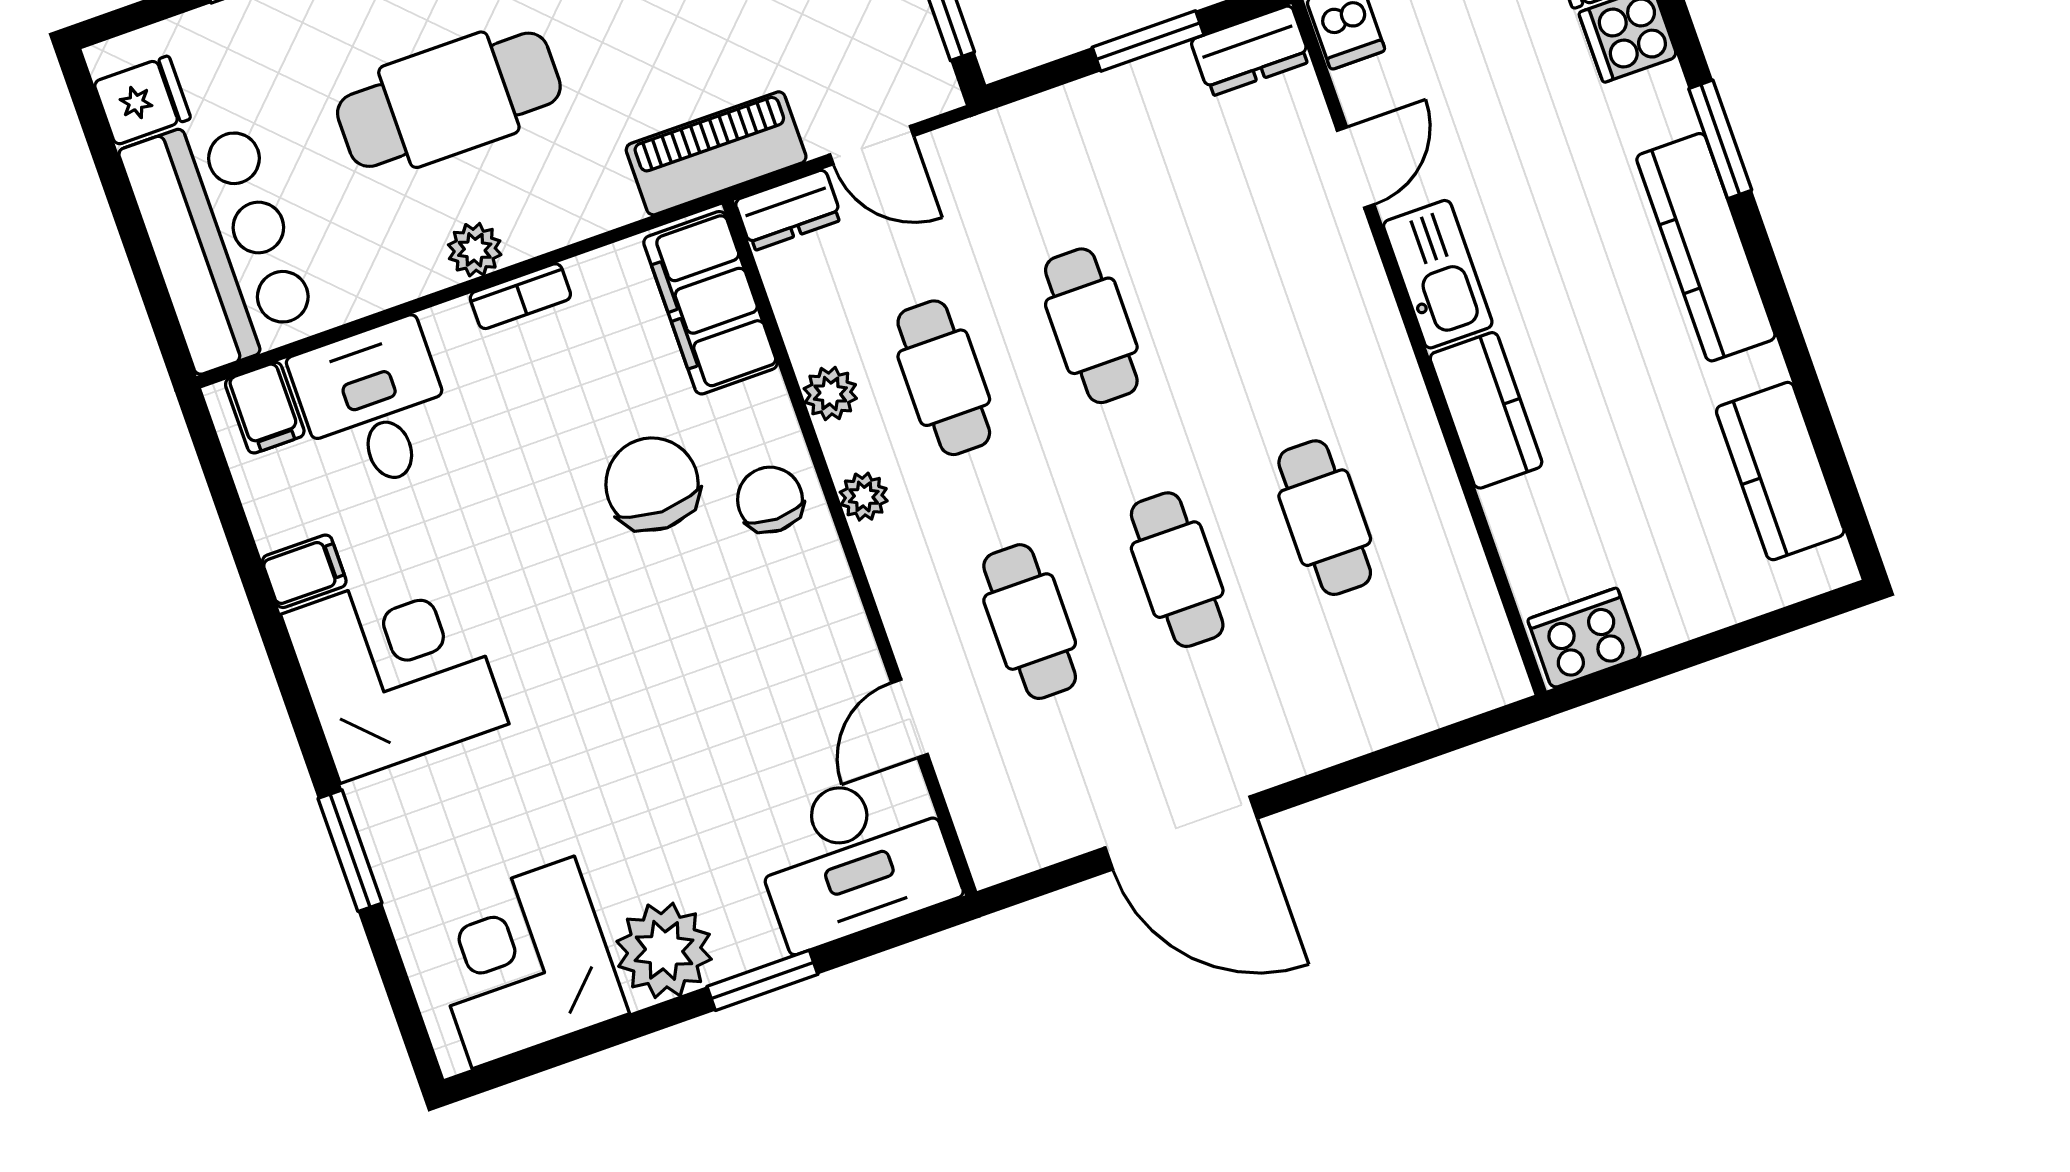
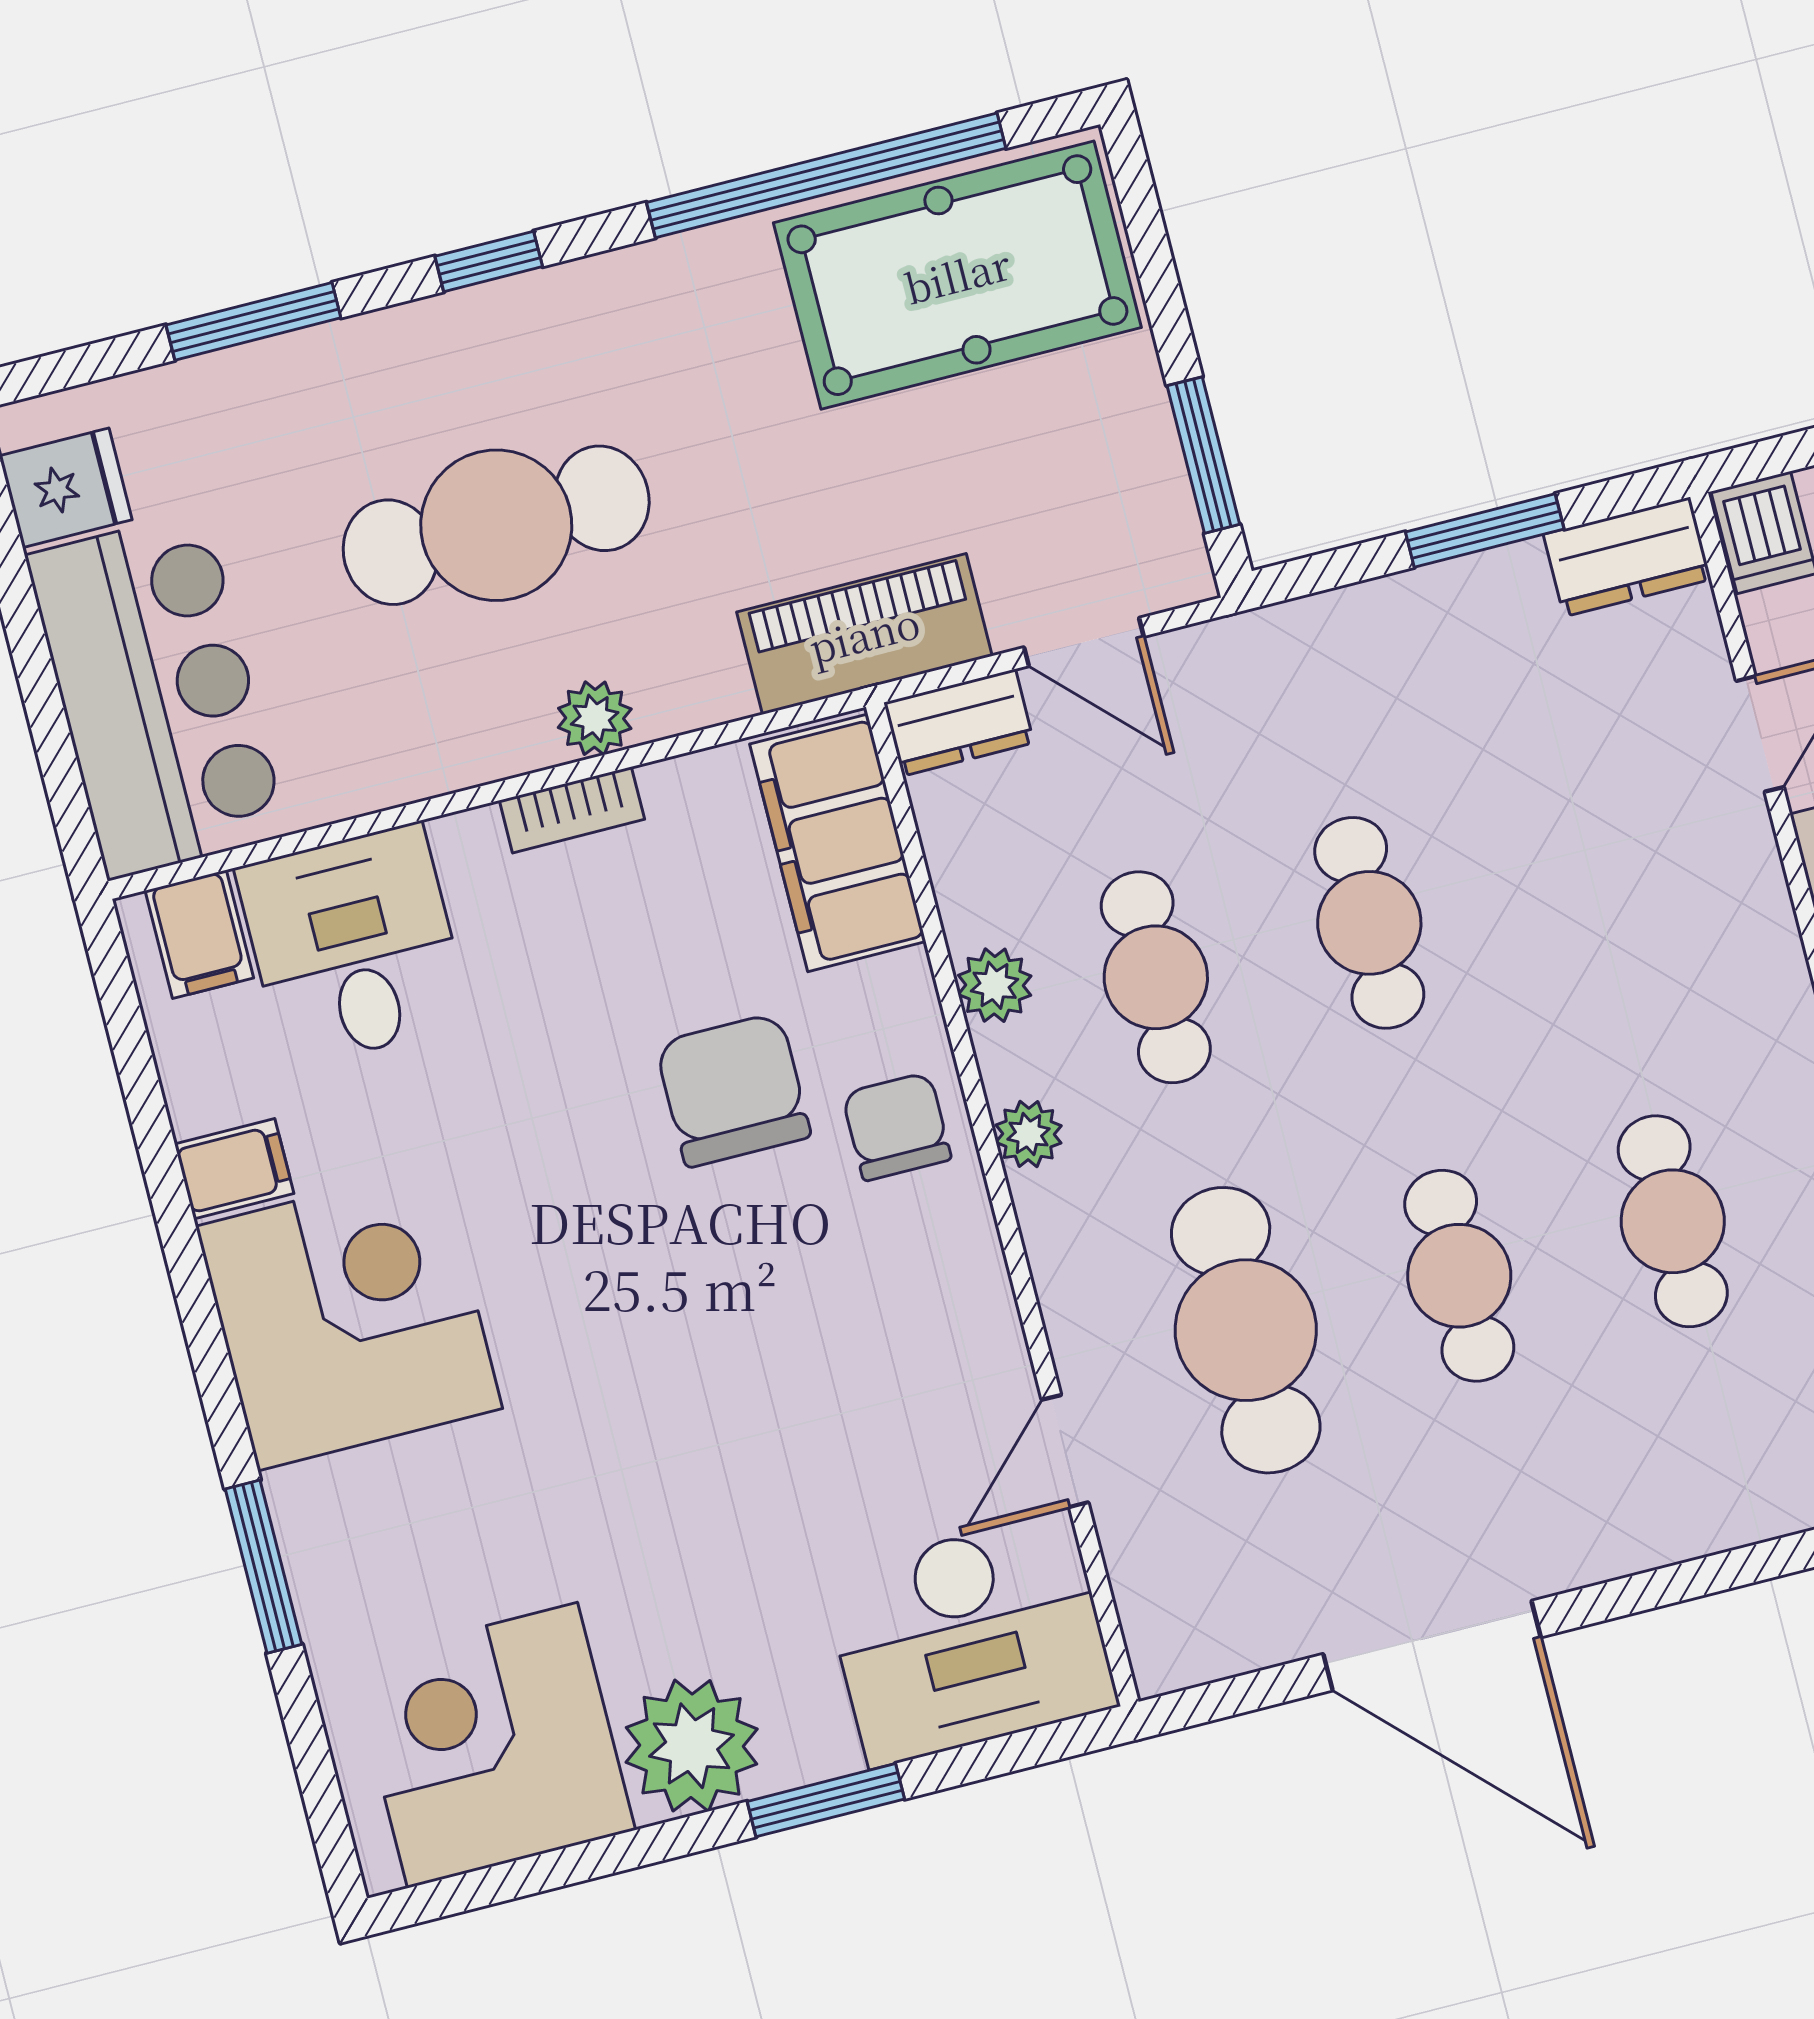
plant: (475, 250) -> (595, 718), moved
cafe table: (1030, 622) -> (1246, 1330), width x1.37, depth x1.35

